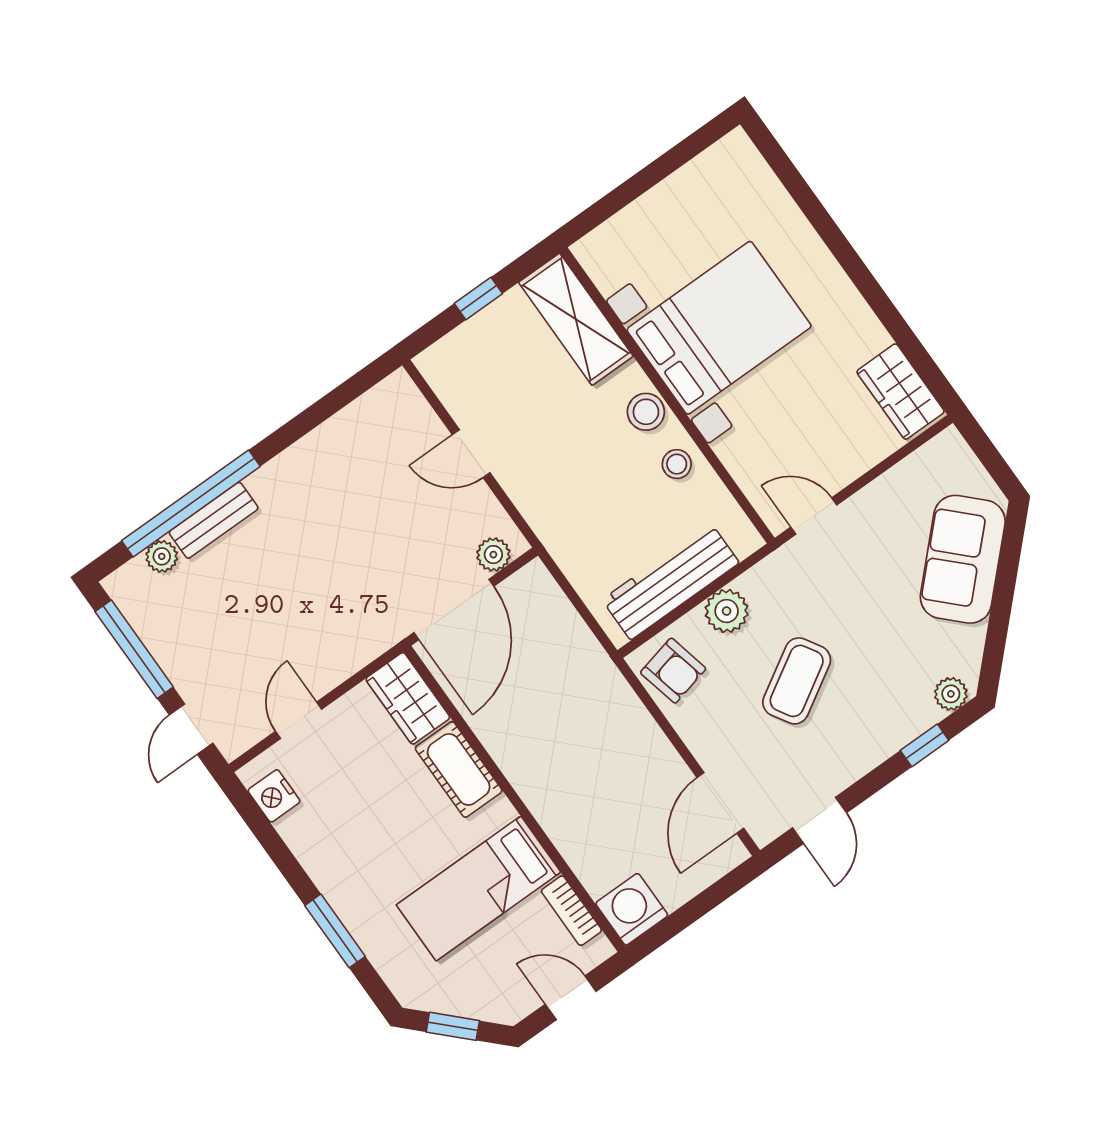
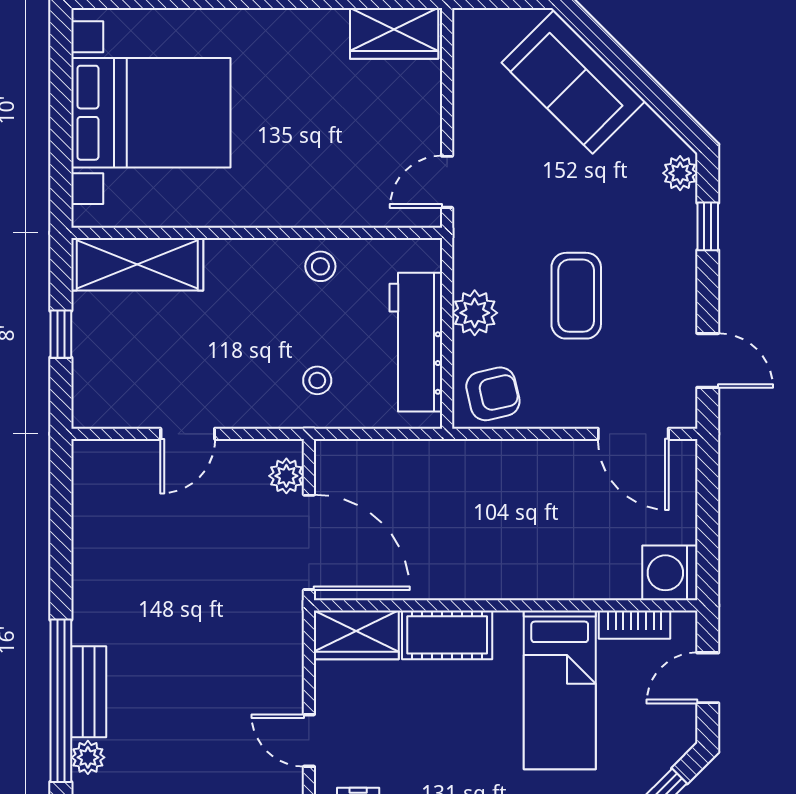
bed with nightstands: (719, 328) -> (151, 113), moved, turned 90
stool: (646, 412) -> (317, 380), moved, width x0.73, depth x0.73
coffee table: (797, 681) -> (576, 296), turned 31

